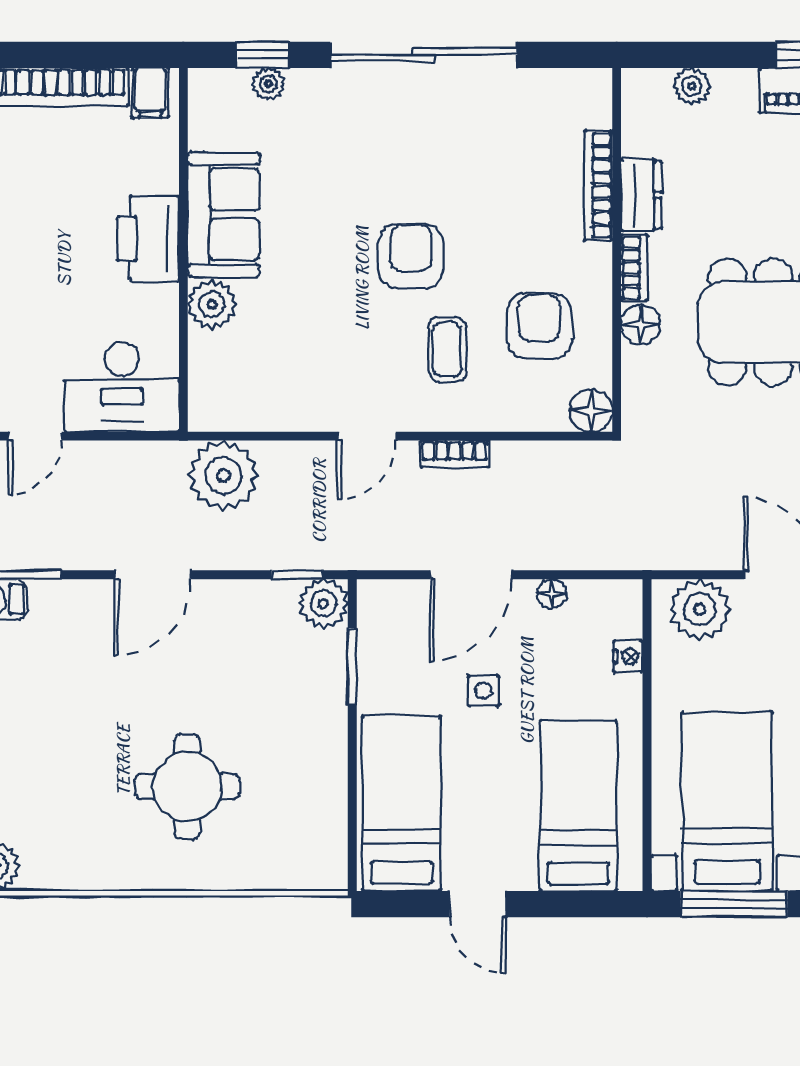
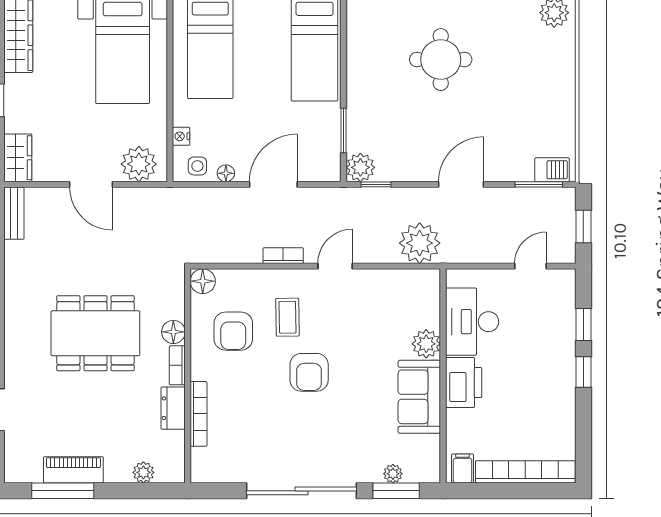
window: (263, 55) -> (396, 491), width x1.50
desk: (122, 387) -> (472, 322), moved, turned -90
side table: (483, 690) -> (197, 166), moved

